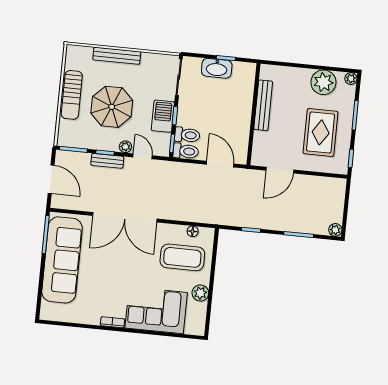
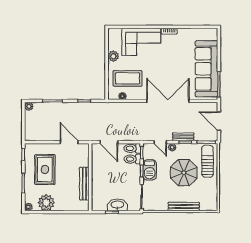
sun lounger: (72, 95) -> (208, 161), moved
door: (280, 170) -> (69, 142), hinge flipped

